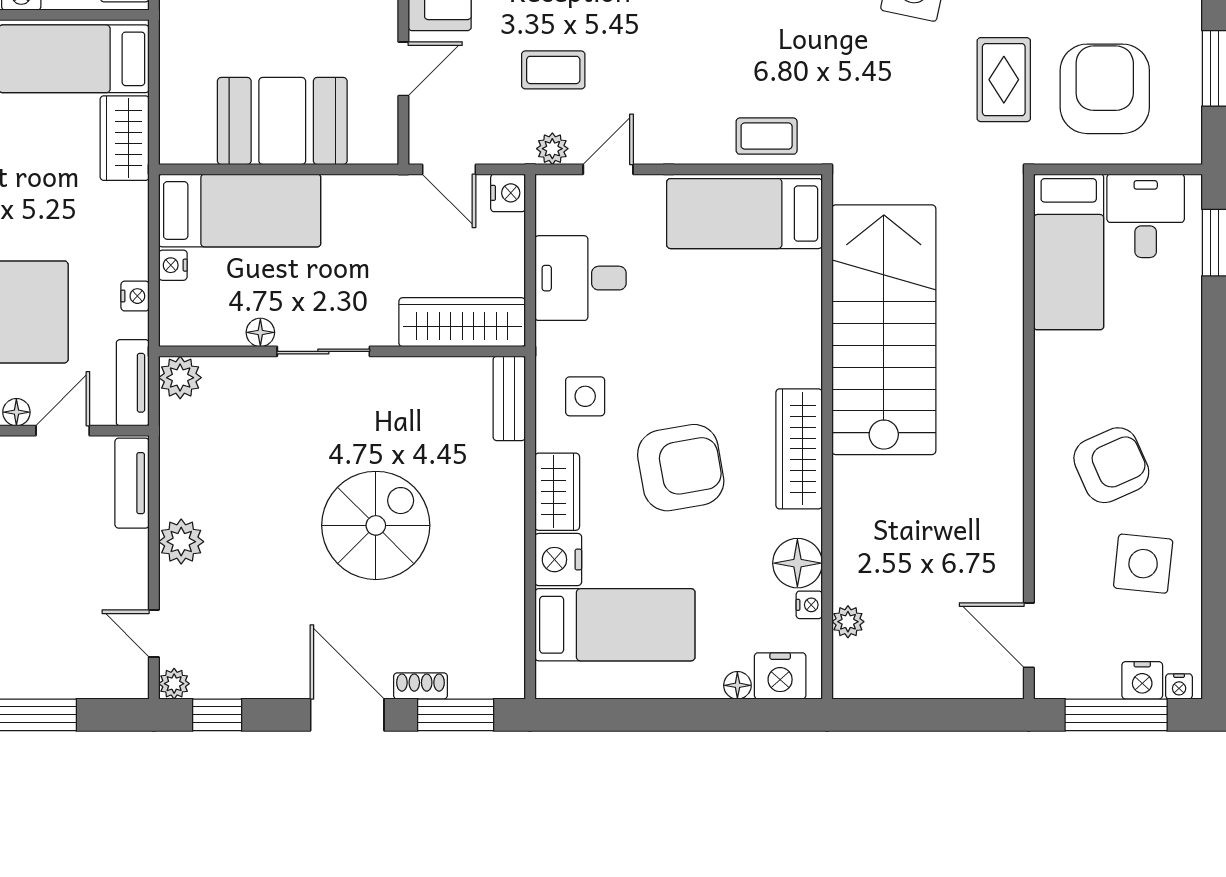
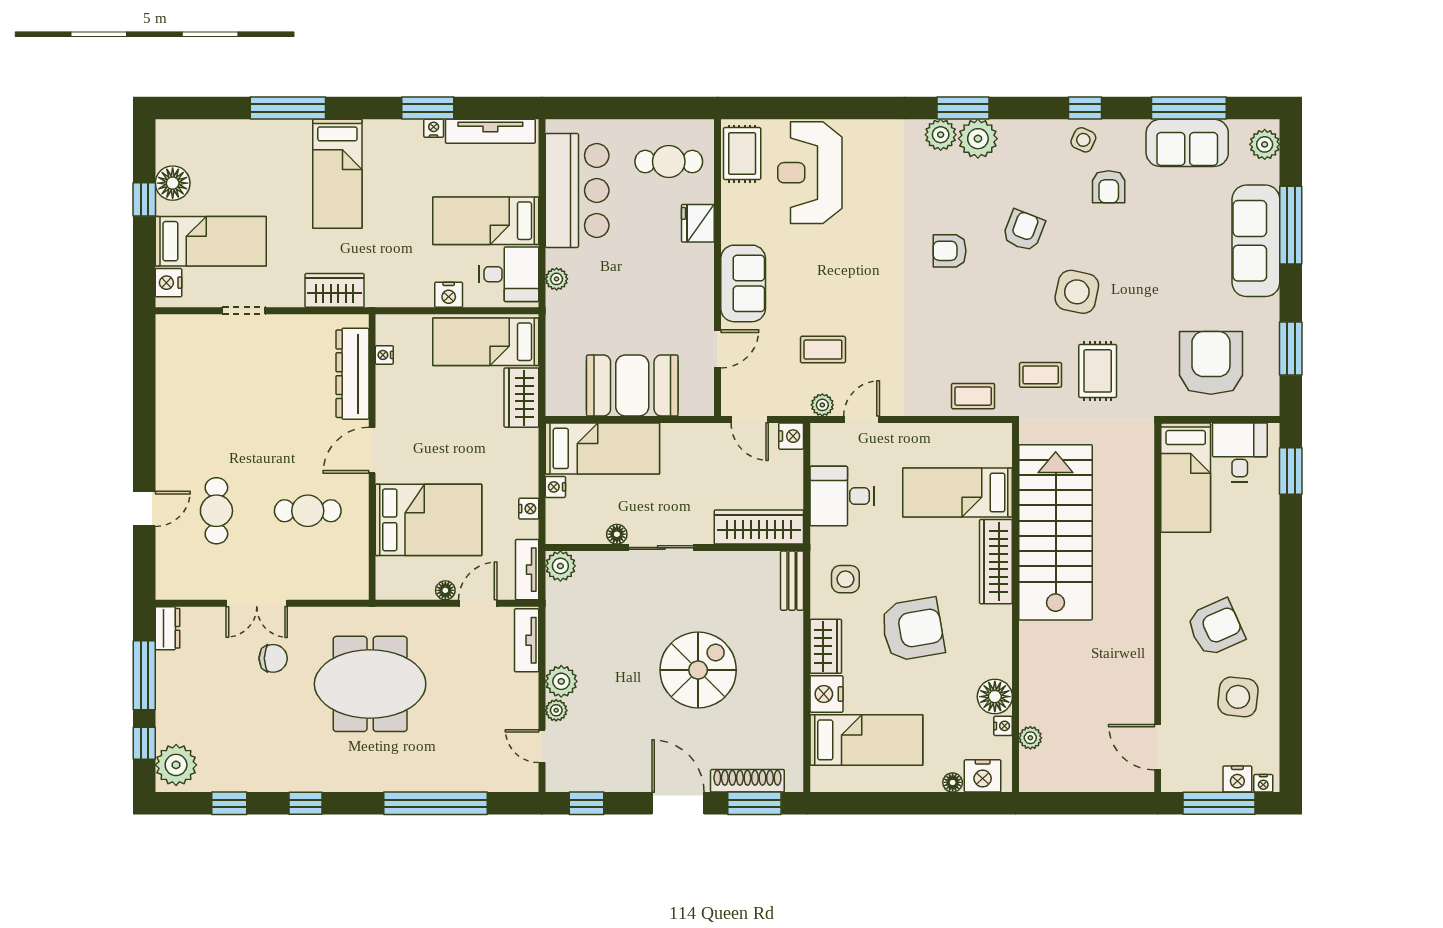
rug: (1004, 80) -> (1098, 371), moved
coffee table: (863, 106) -> (1041, 375), added
bed: (745, 214) -> (958, 493), moved
wardrobe: (799, 449) -> (996, 562), moved
plant: (174, 684) -> (556, 710), moved
shoe rack: (420, 686) -> (747, 781), width x1.94, depth x1.24

